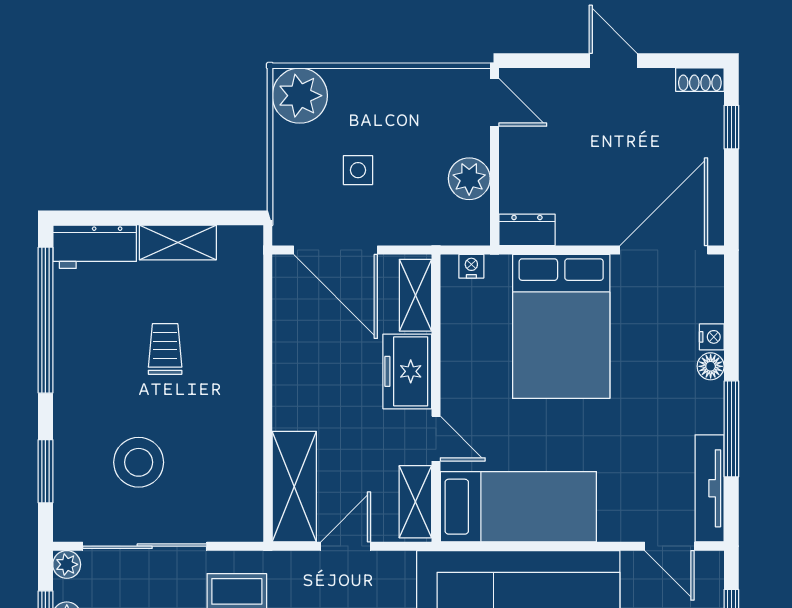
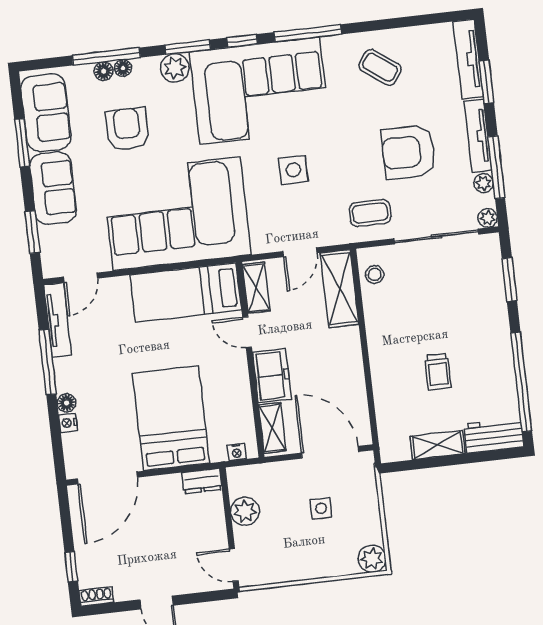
plant: (300, 96) -> (372, 559), width x0.73, depth x0.73
stool: (139, 462) -> (375, 274), moved, width x0.53, depth x0.53
door: (669, 546) -> (80, 278), swing flipped

